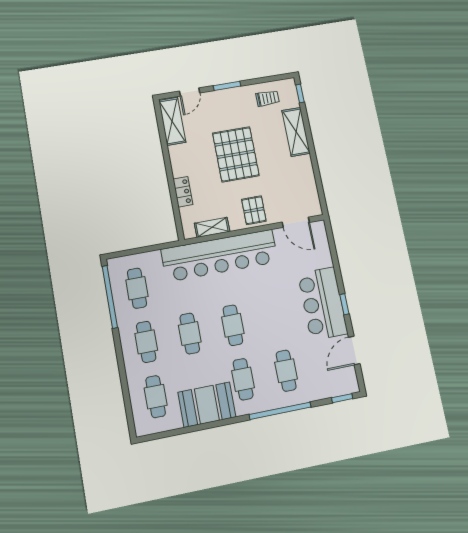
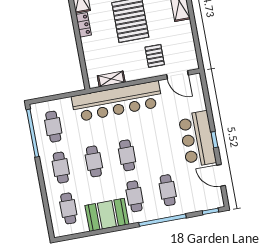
locker: (183, 192) -> (84, 25), moved
pallet: (254, 210) -> (155, 56), moved
door: (354, 350) -> (221, 175), hinge flipped

